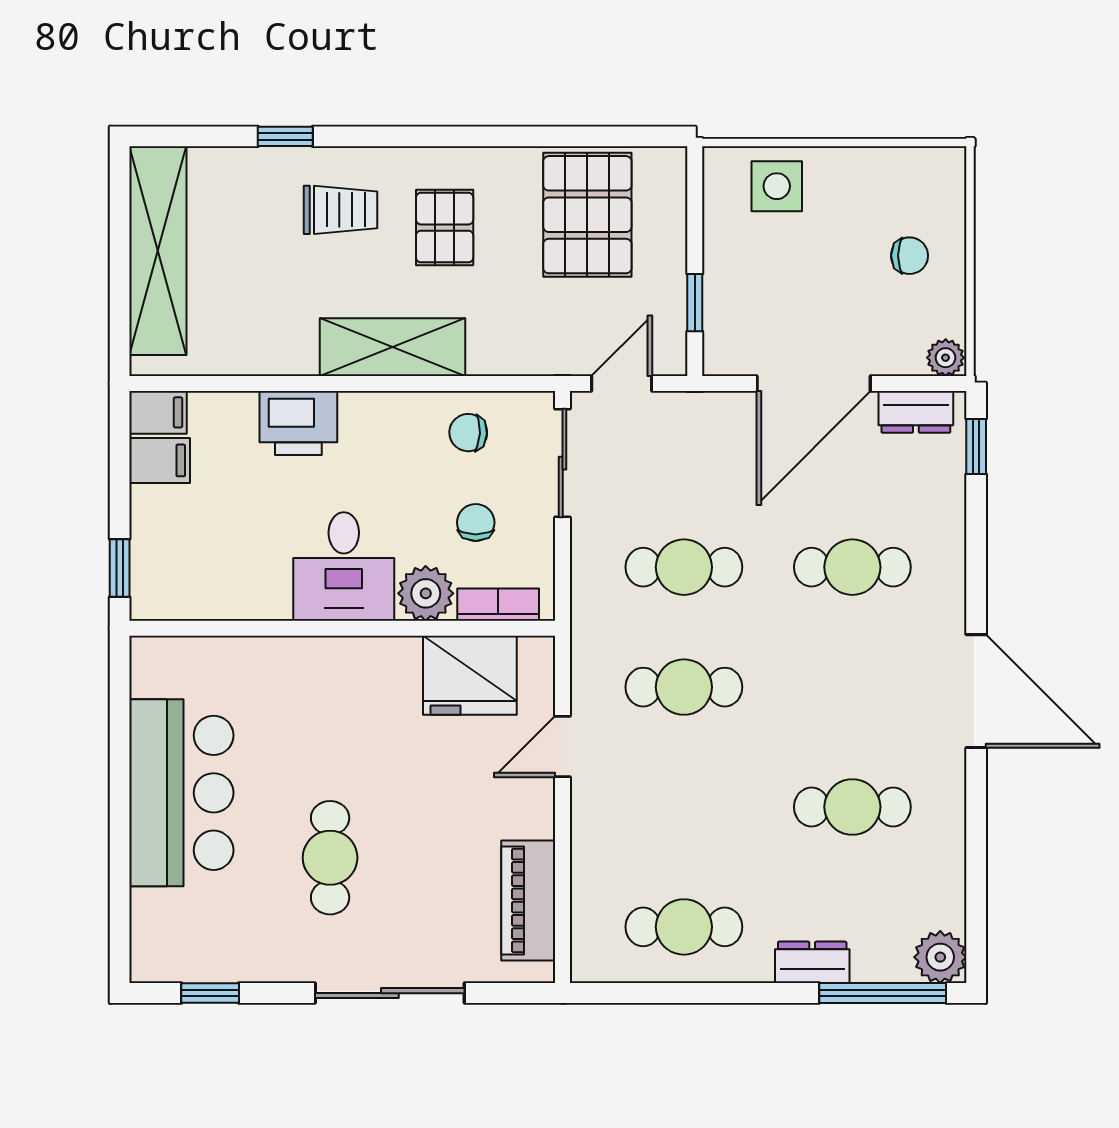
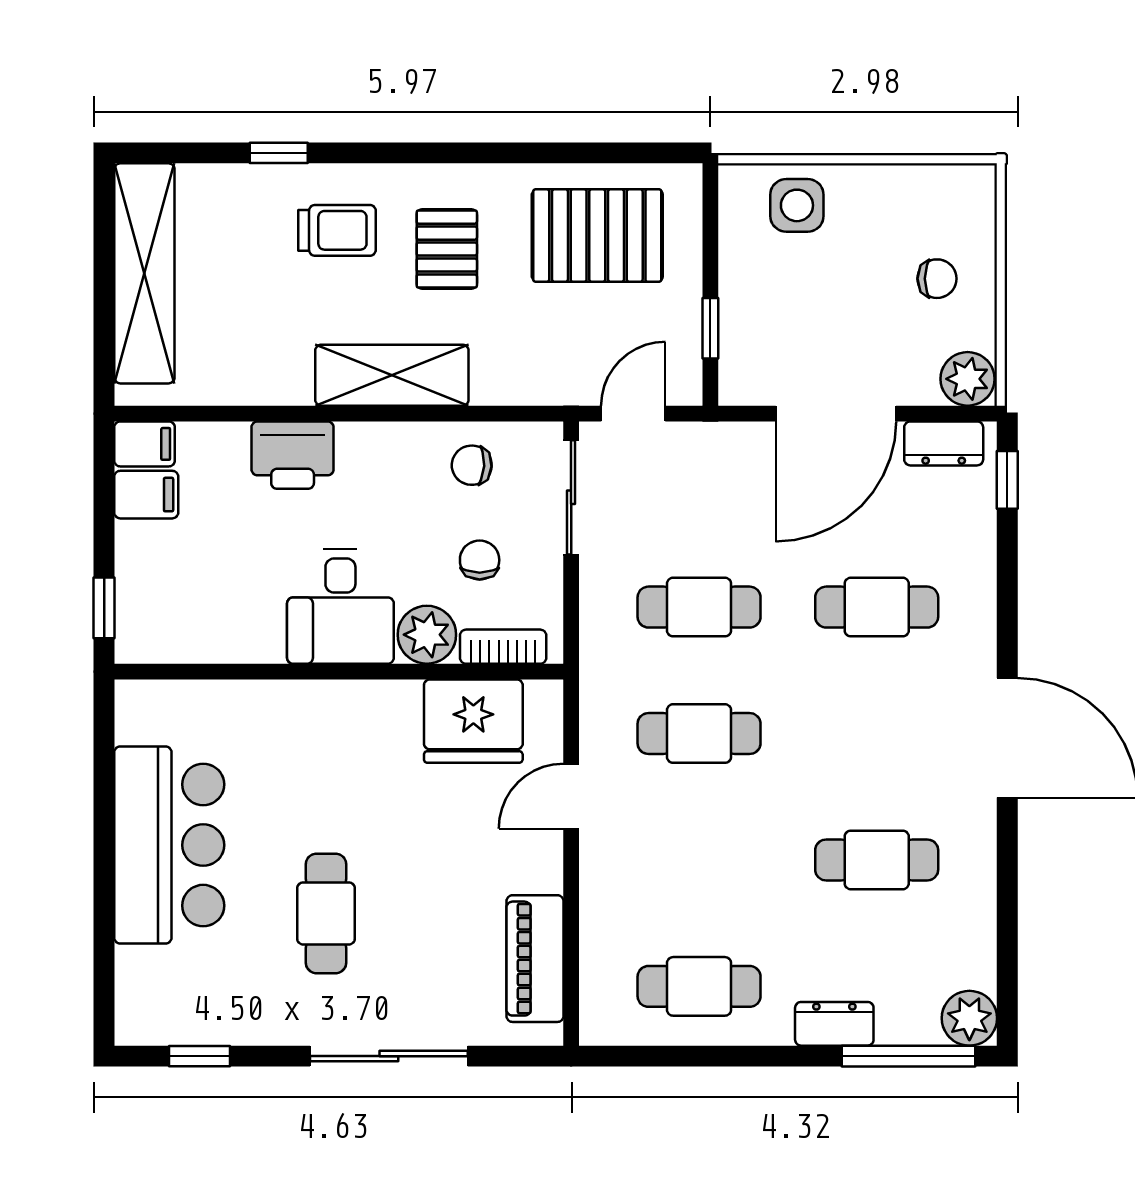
pallet: (587, 215) -> (597, 235), turned 90
plant: (946, 358) -> (968, 379), width x1.38, depth x1.38

